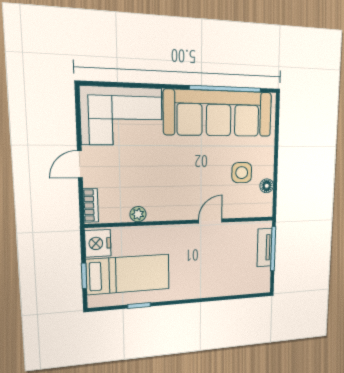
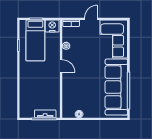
door: (80, 164) -> (91, 19), hinge flipped
side table: (242, 173) -> (86, 100), removed
door: (210, 221) -> (61, 66), moved

